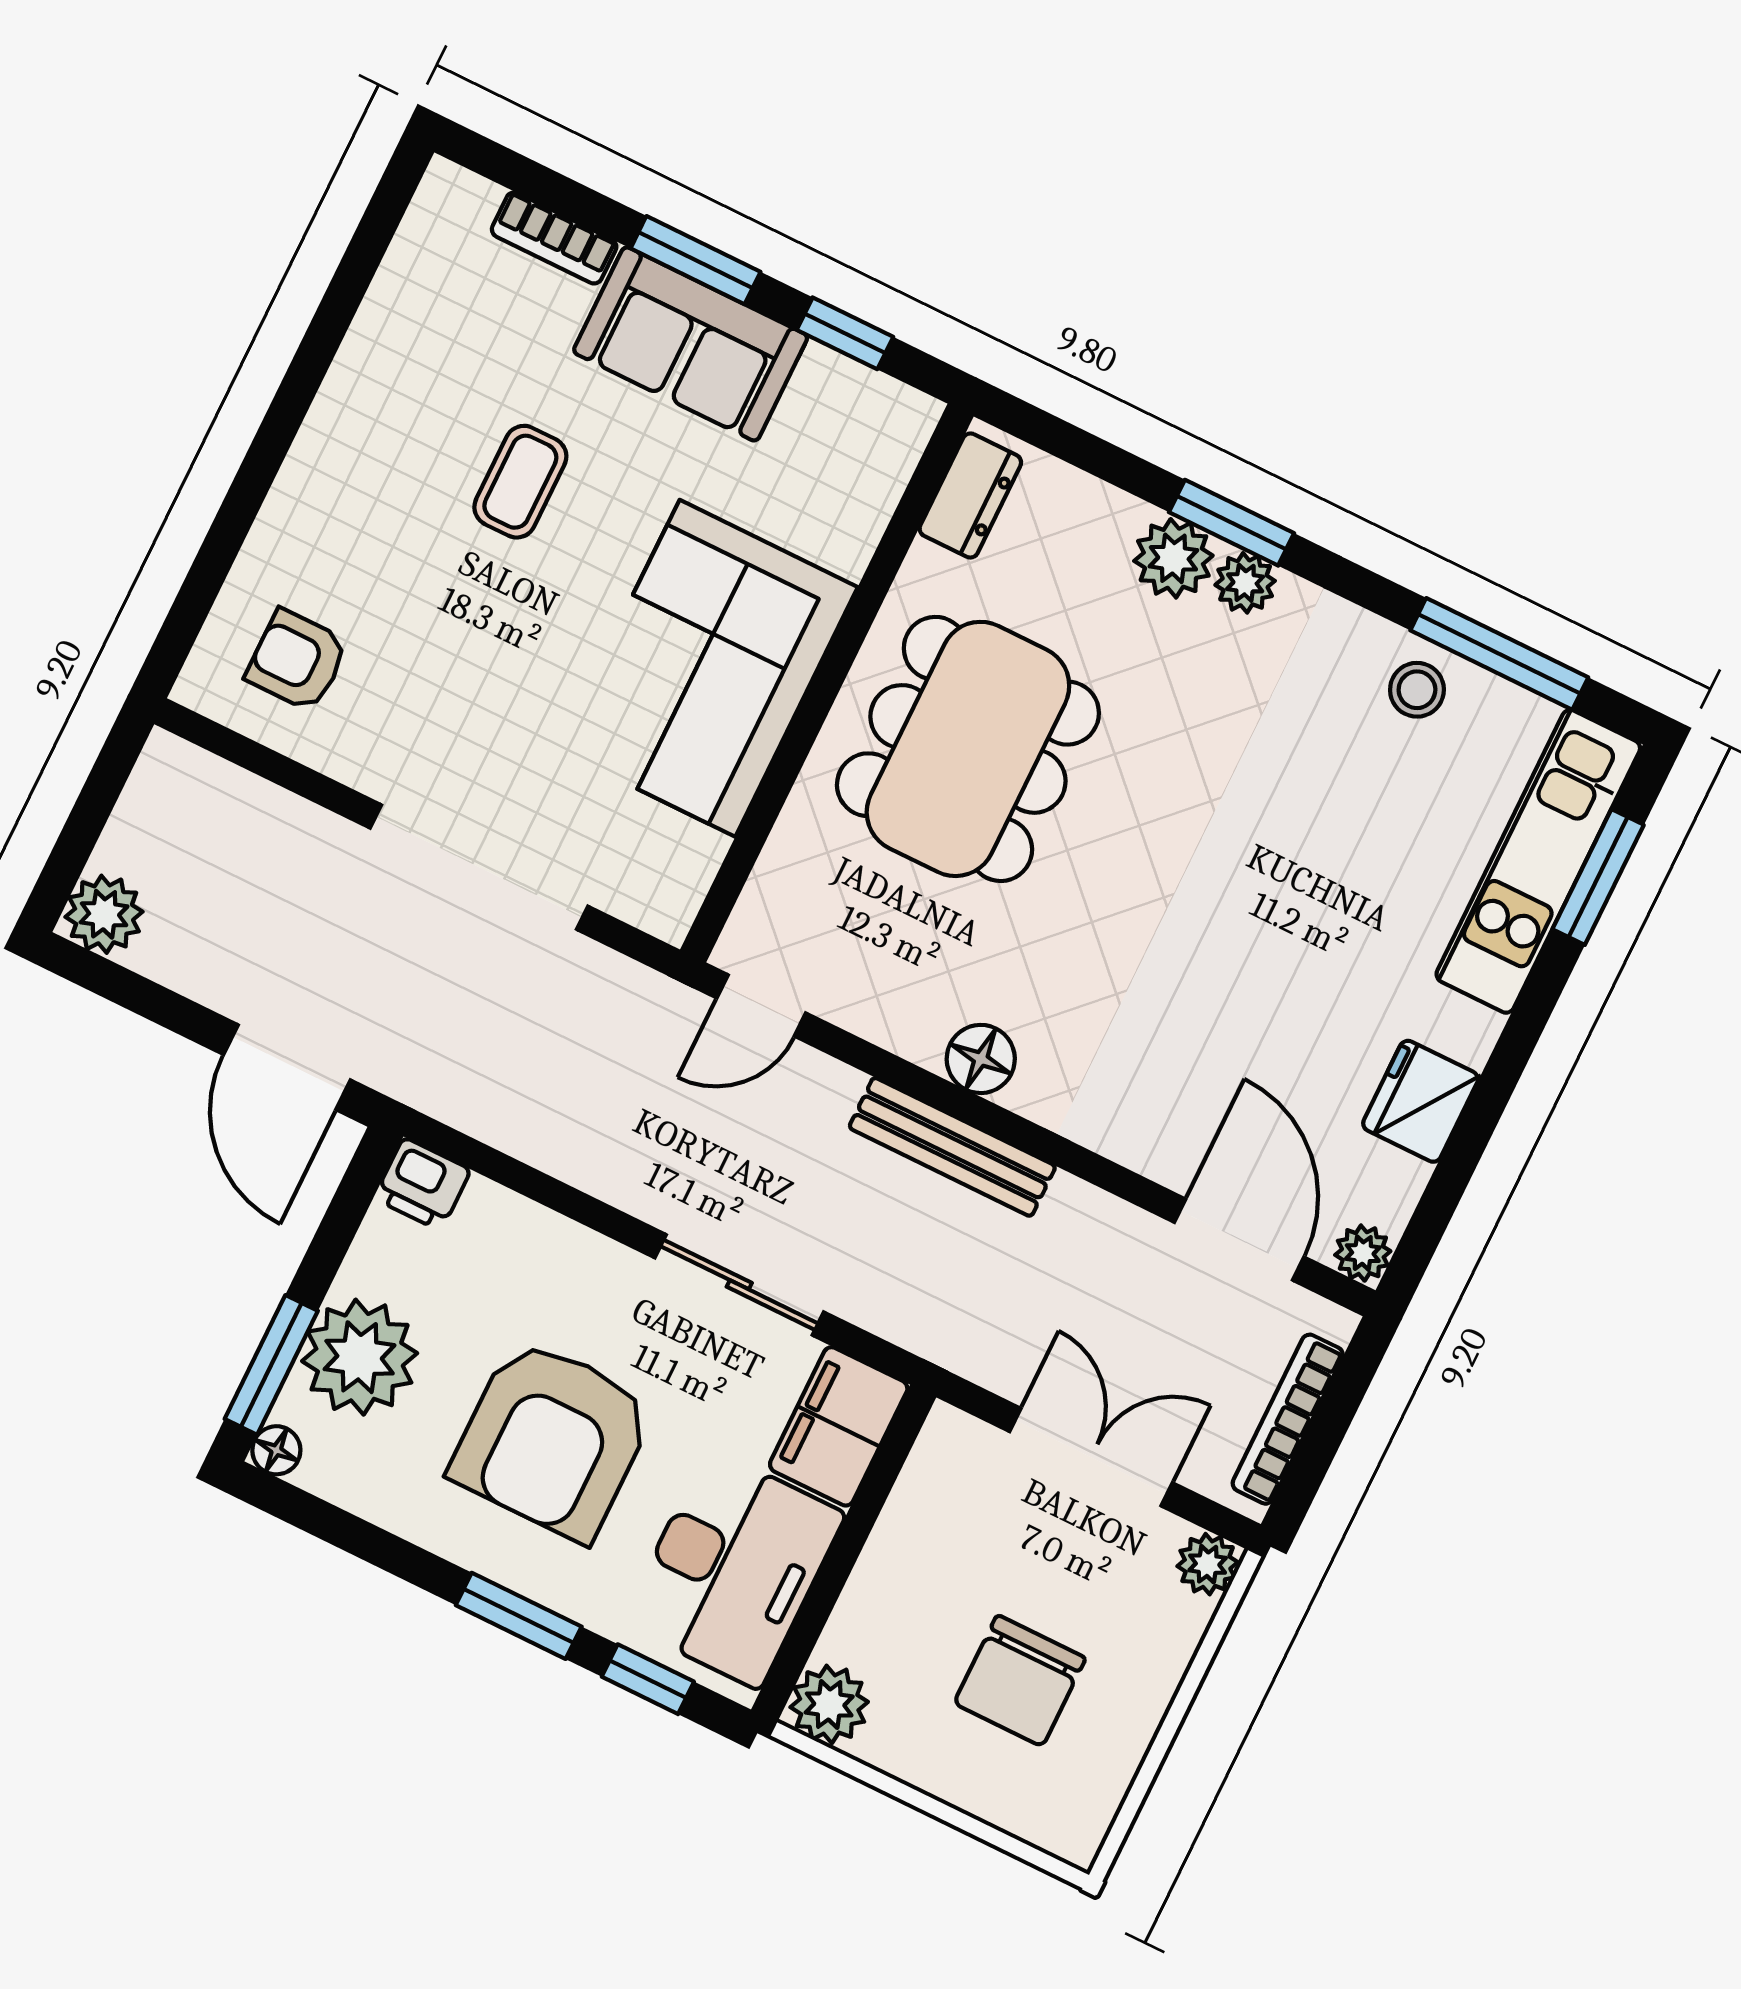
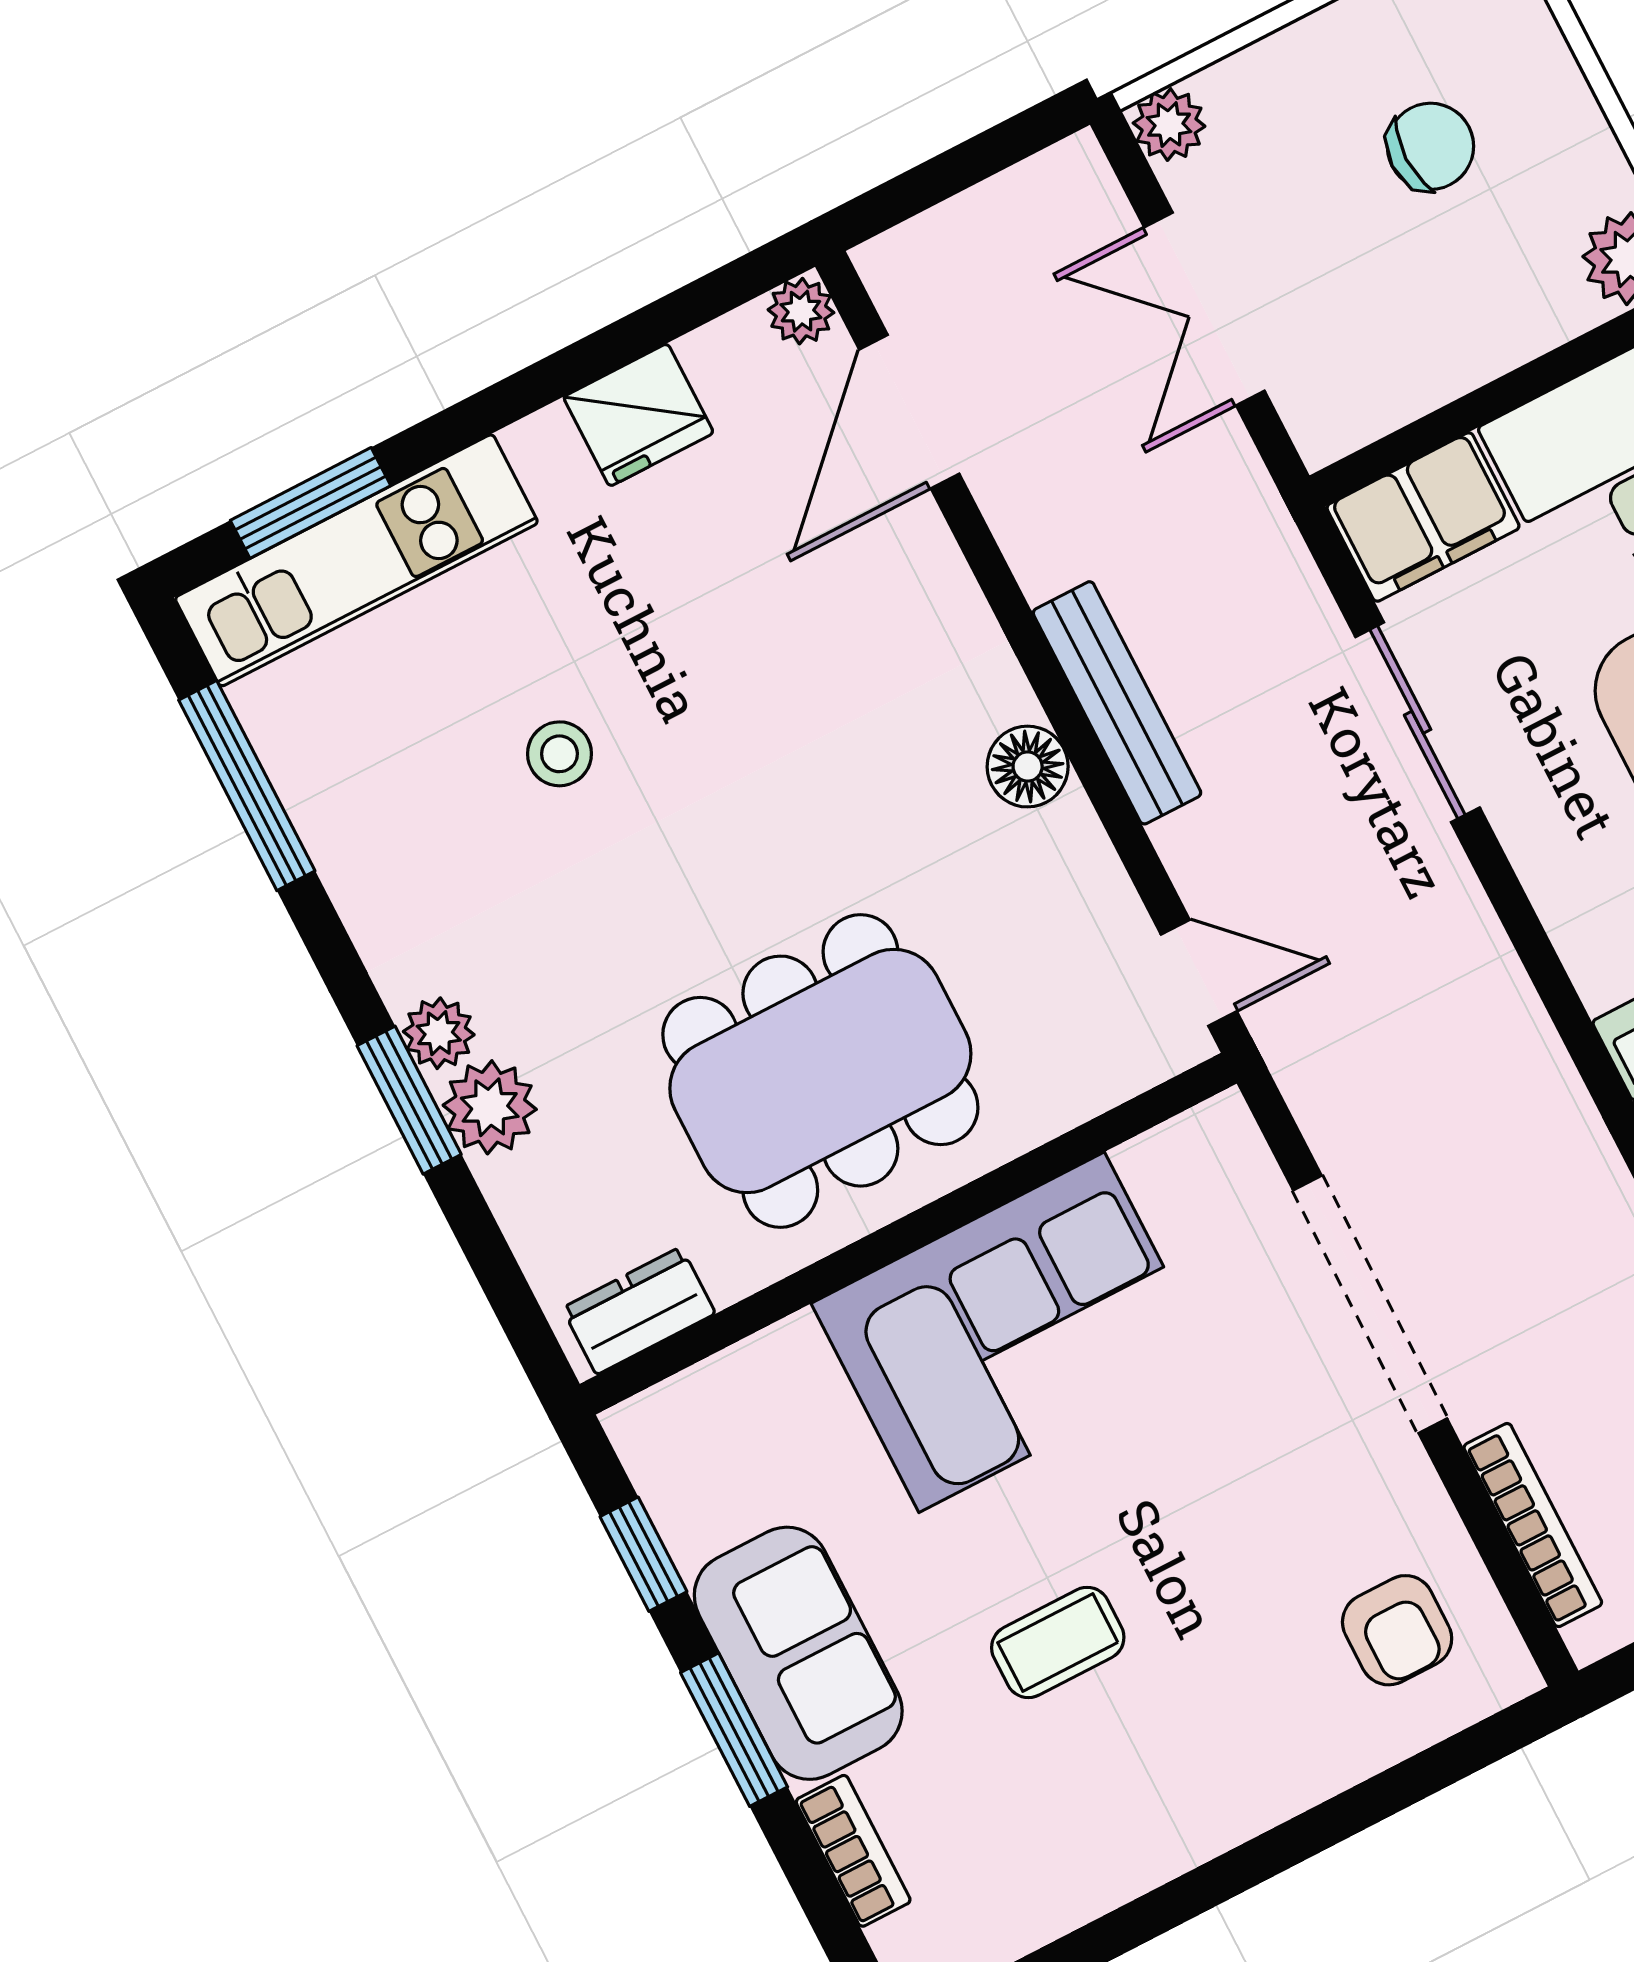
stool: (1417, 690) -> (559, 754), moved
bookcase: (1288, 1419) -> (1533, 1525), moved, turned -90
chair: (1020, 1681) -> (1430, 146), width x0.73, depth x0.73

